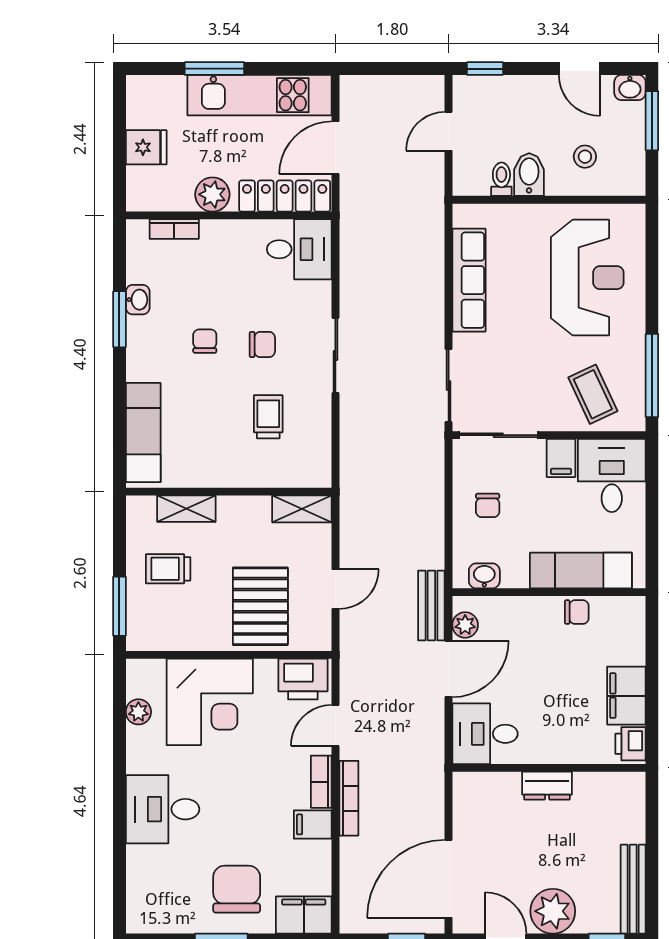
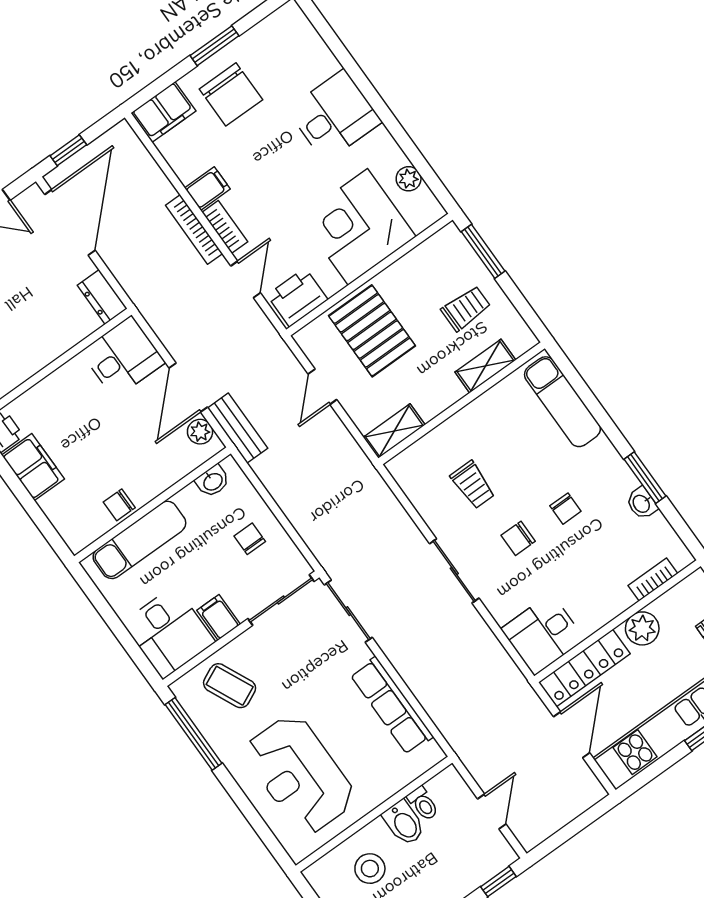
stool: (585, 157) -> (370, 869), width x1.37, depth x1.37
dresser: (547, 786) -> (102, 297), moved, turned -90

